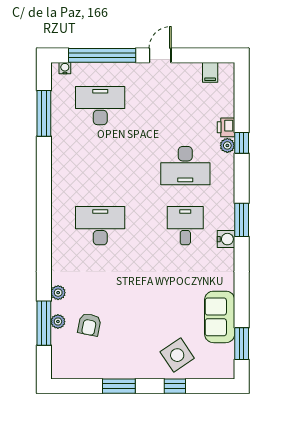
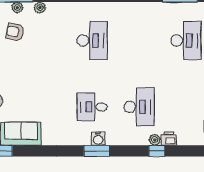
desk: (185, 166) -> (139, 107), turned 180
desk: (185, 226) -> (92, 107), turned 180
water cooler: (226, 239) -> (98, 139), moved

